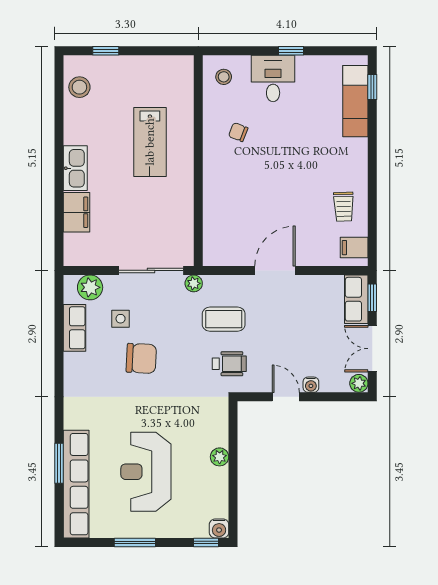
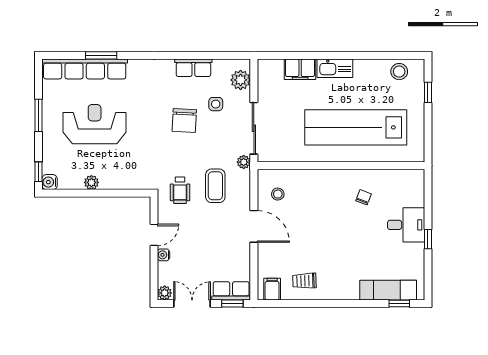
stool: (224, 77) -> (278, 194), moved
lab bench: (150, 142) -> (356, 127), width x1.86, depth x1.39
row of seats: (75, 328) -> (193, 68), moved
plant: (220, 457) -> (91, 182), moved

